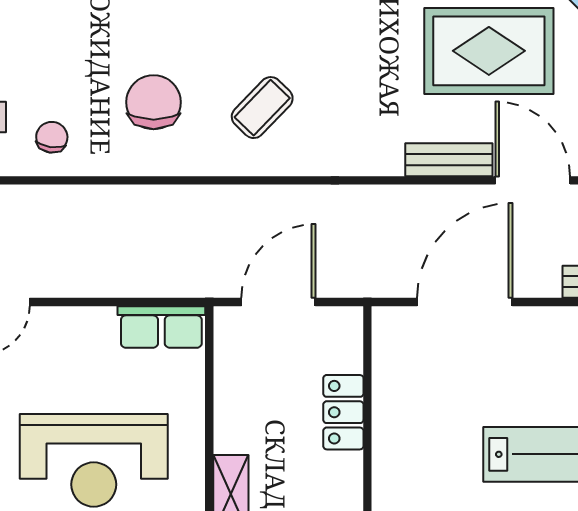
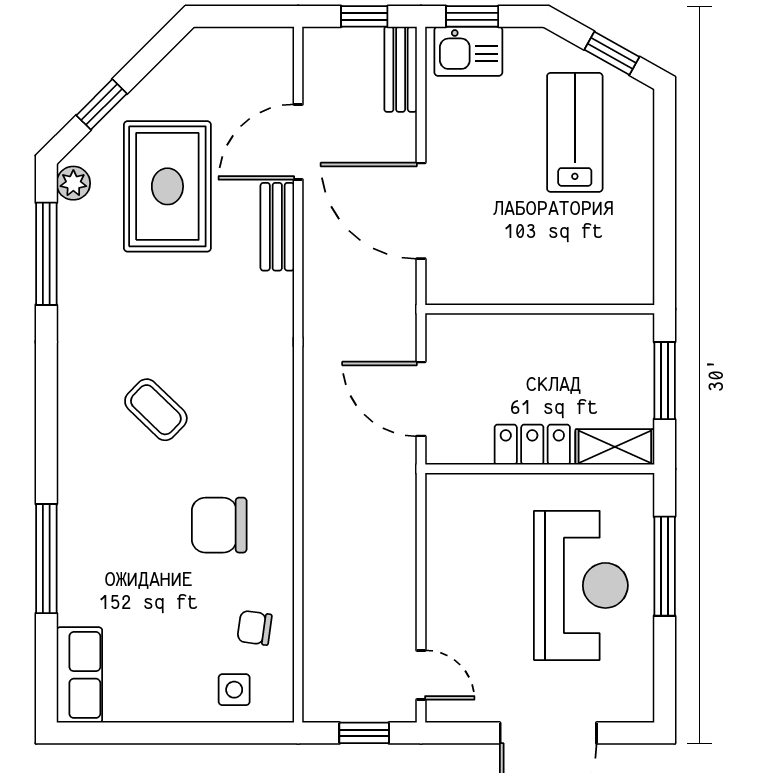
coffee table: (262, 108) -> (156, 410), moved
row of seats: (161, 327) -> (446, 517), removed
locker: (343, 412) -> (532, 445), moved, turned 180

